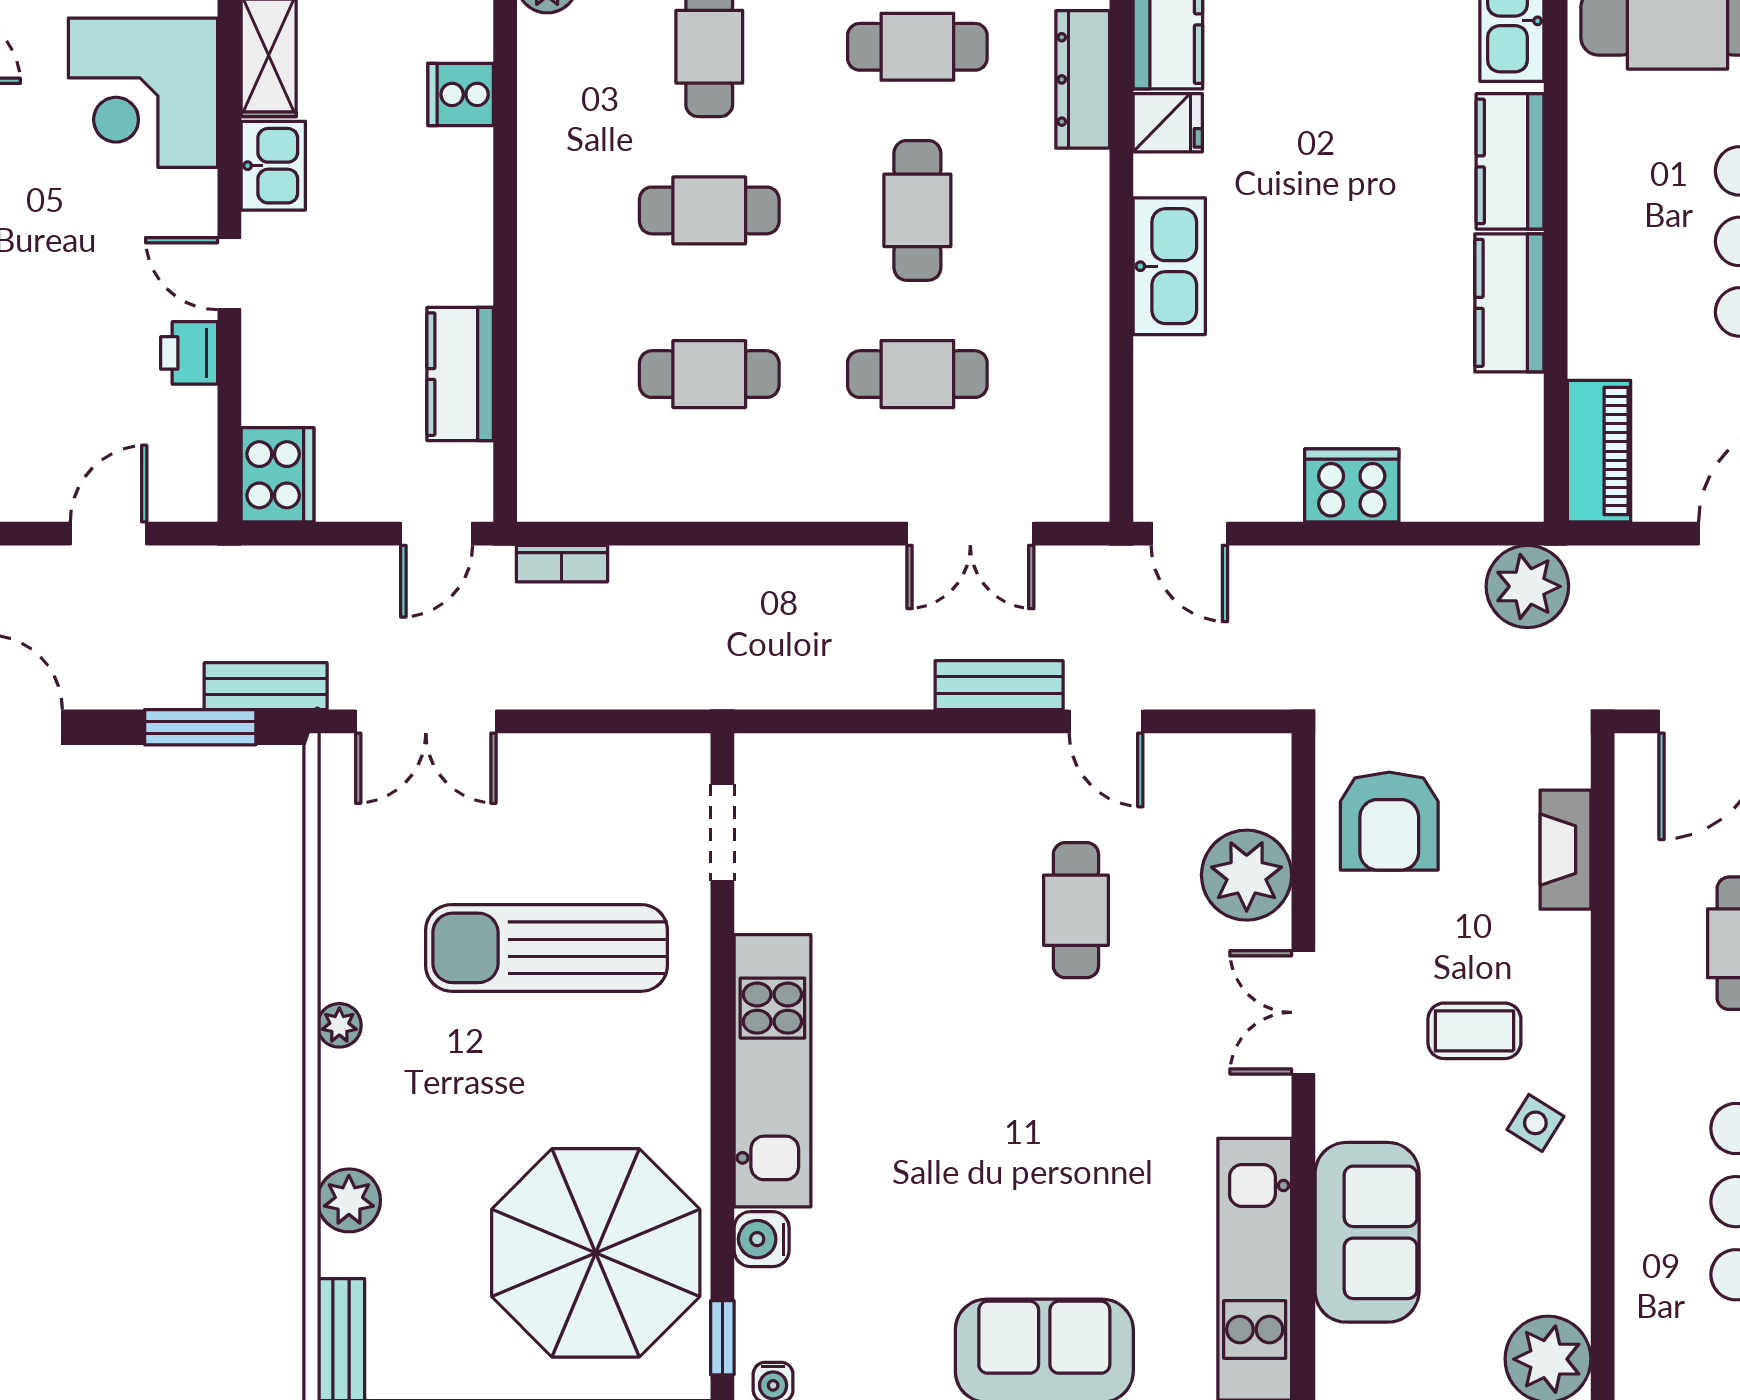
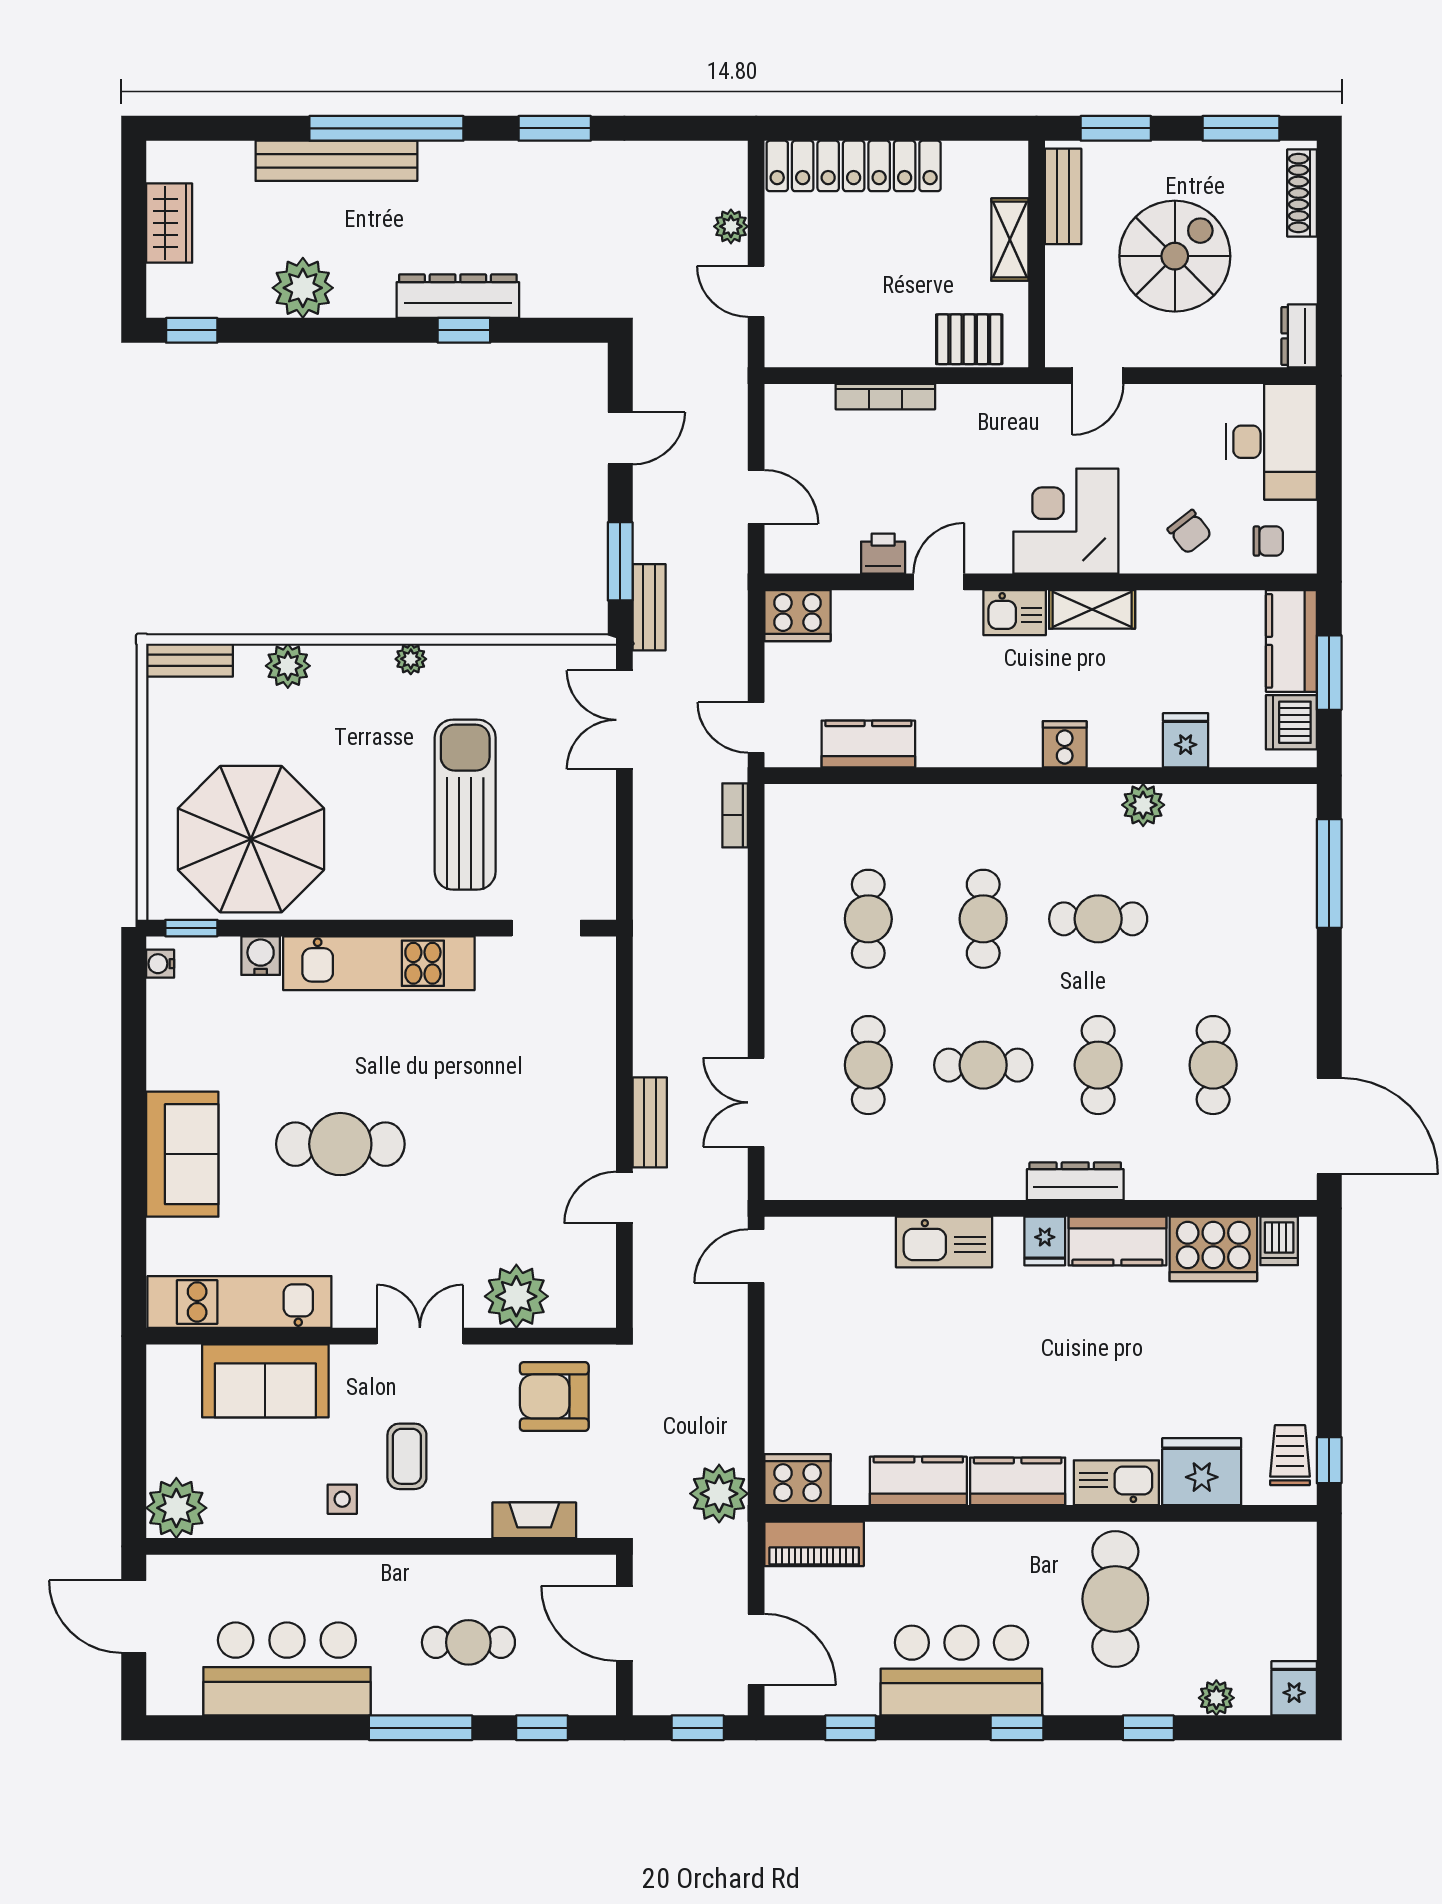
cooker: (1352, 485) -> (798, 1480), moved, turned -90
cafe table: (1076, 910) -> (340, 1144), moved, width x1.37, depth x1.35
side table: (1535, 1123) -> (342, 1499), turned -32

